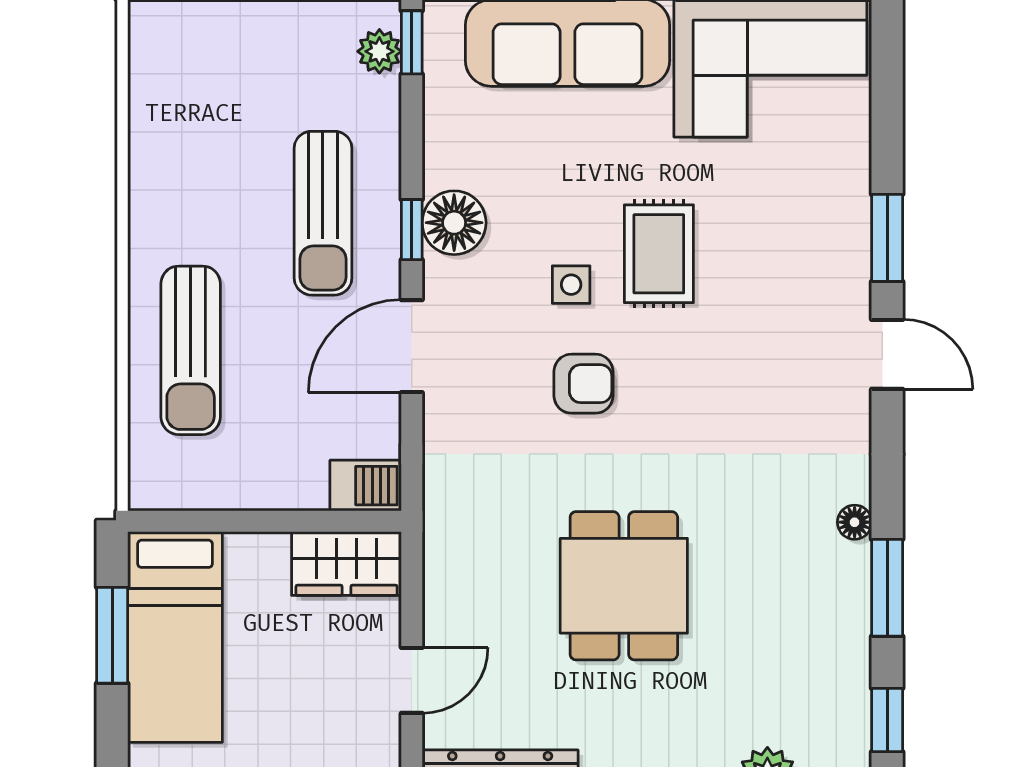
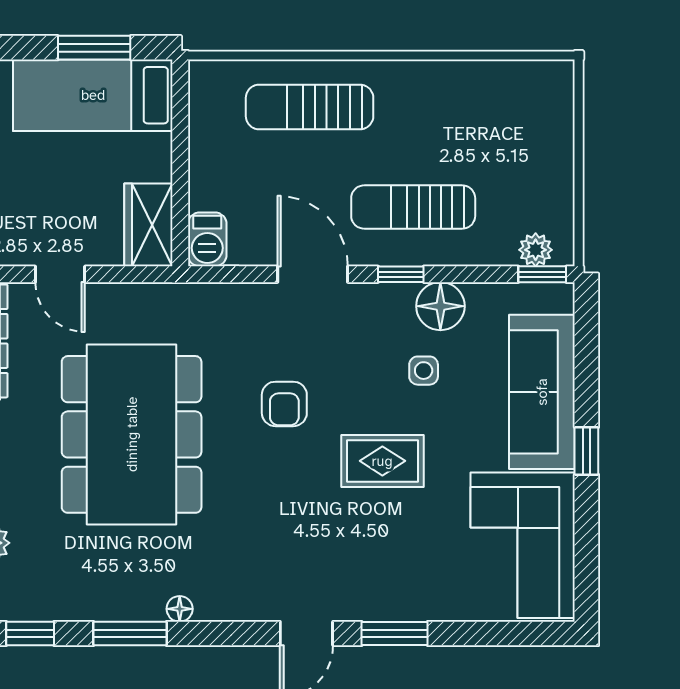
floor lamp: (454, 223) -> (440, 306), moved
side table: (571, 285) -> (424, 371), moved
dining table: (624, 586) -> (132, 434), width x1.88, depth x1.24

